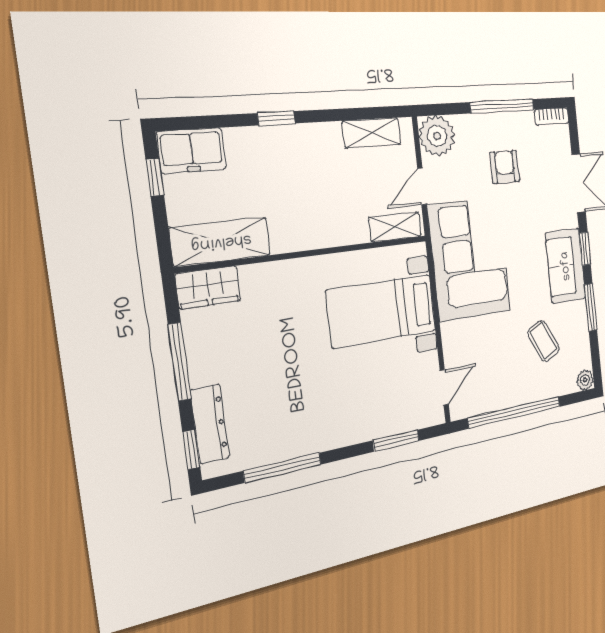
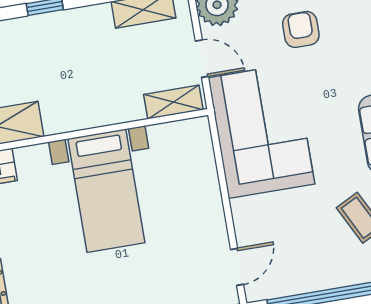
door: (422, 186) -> (202, 59), swing flipped
bed with nightstands: (382, 311) -> (106, 191), moved, turned -90

